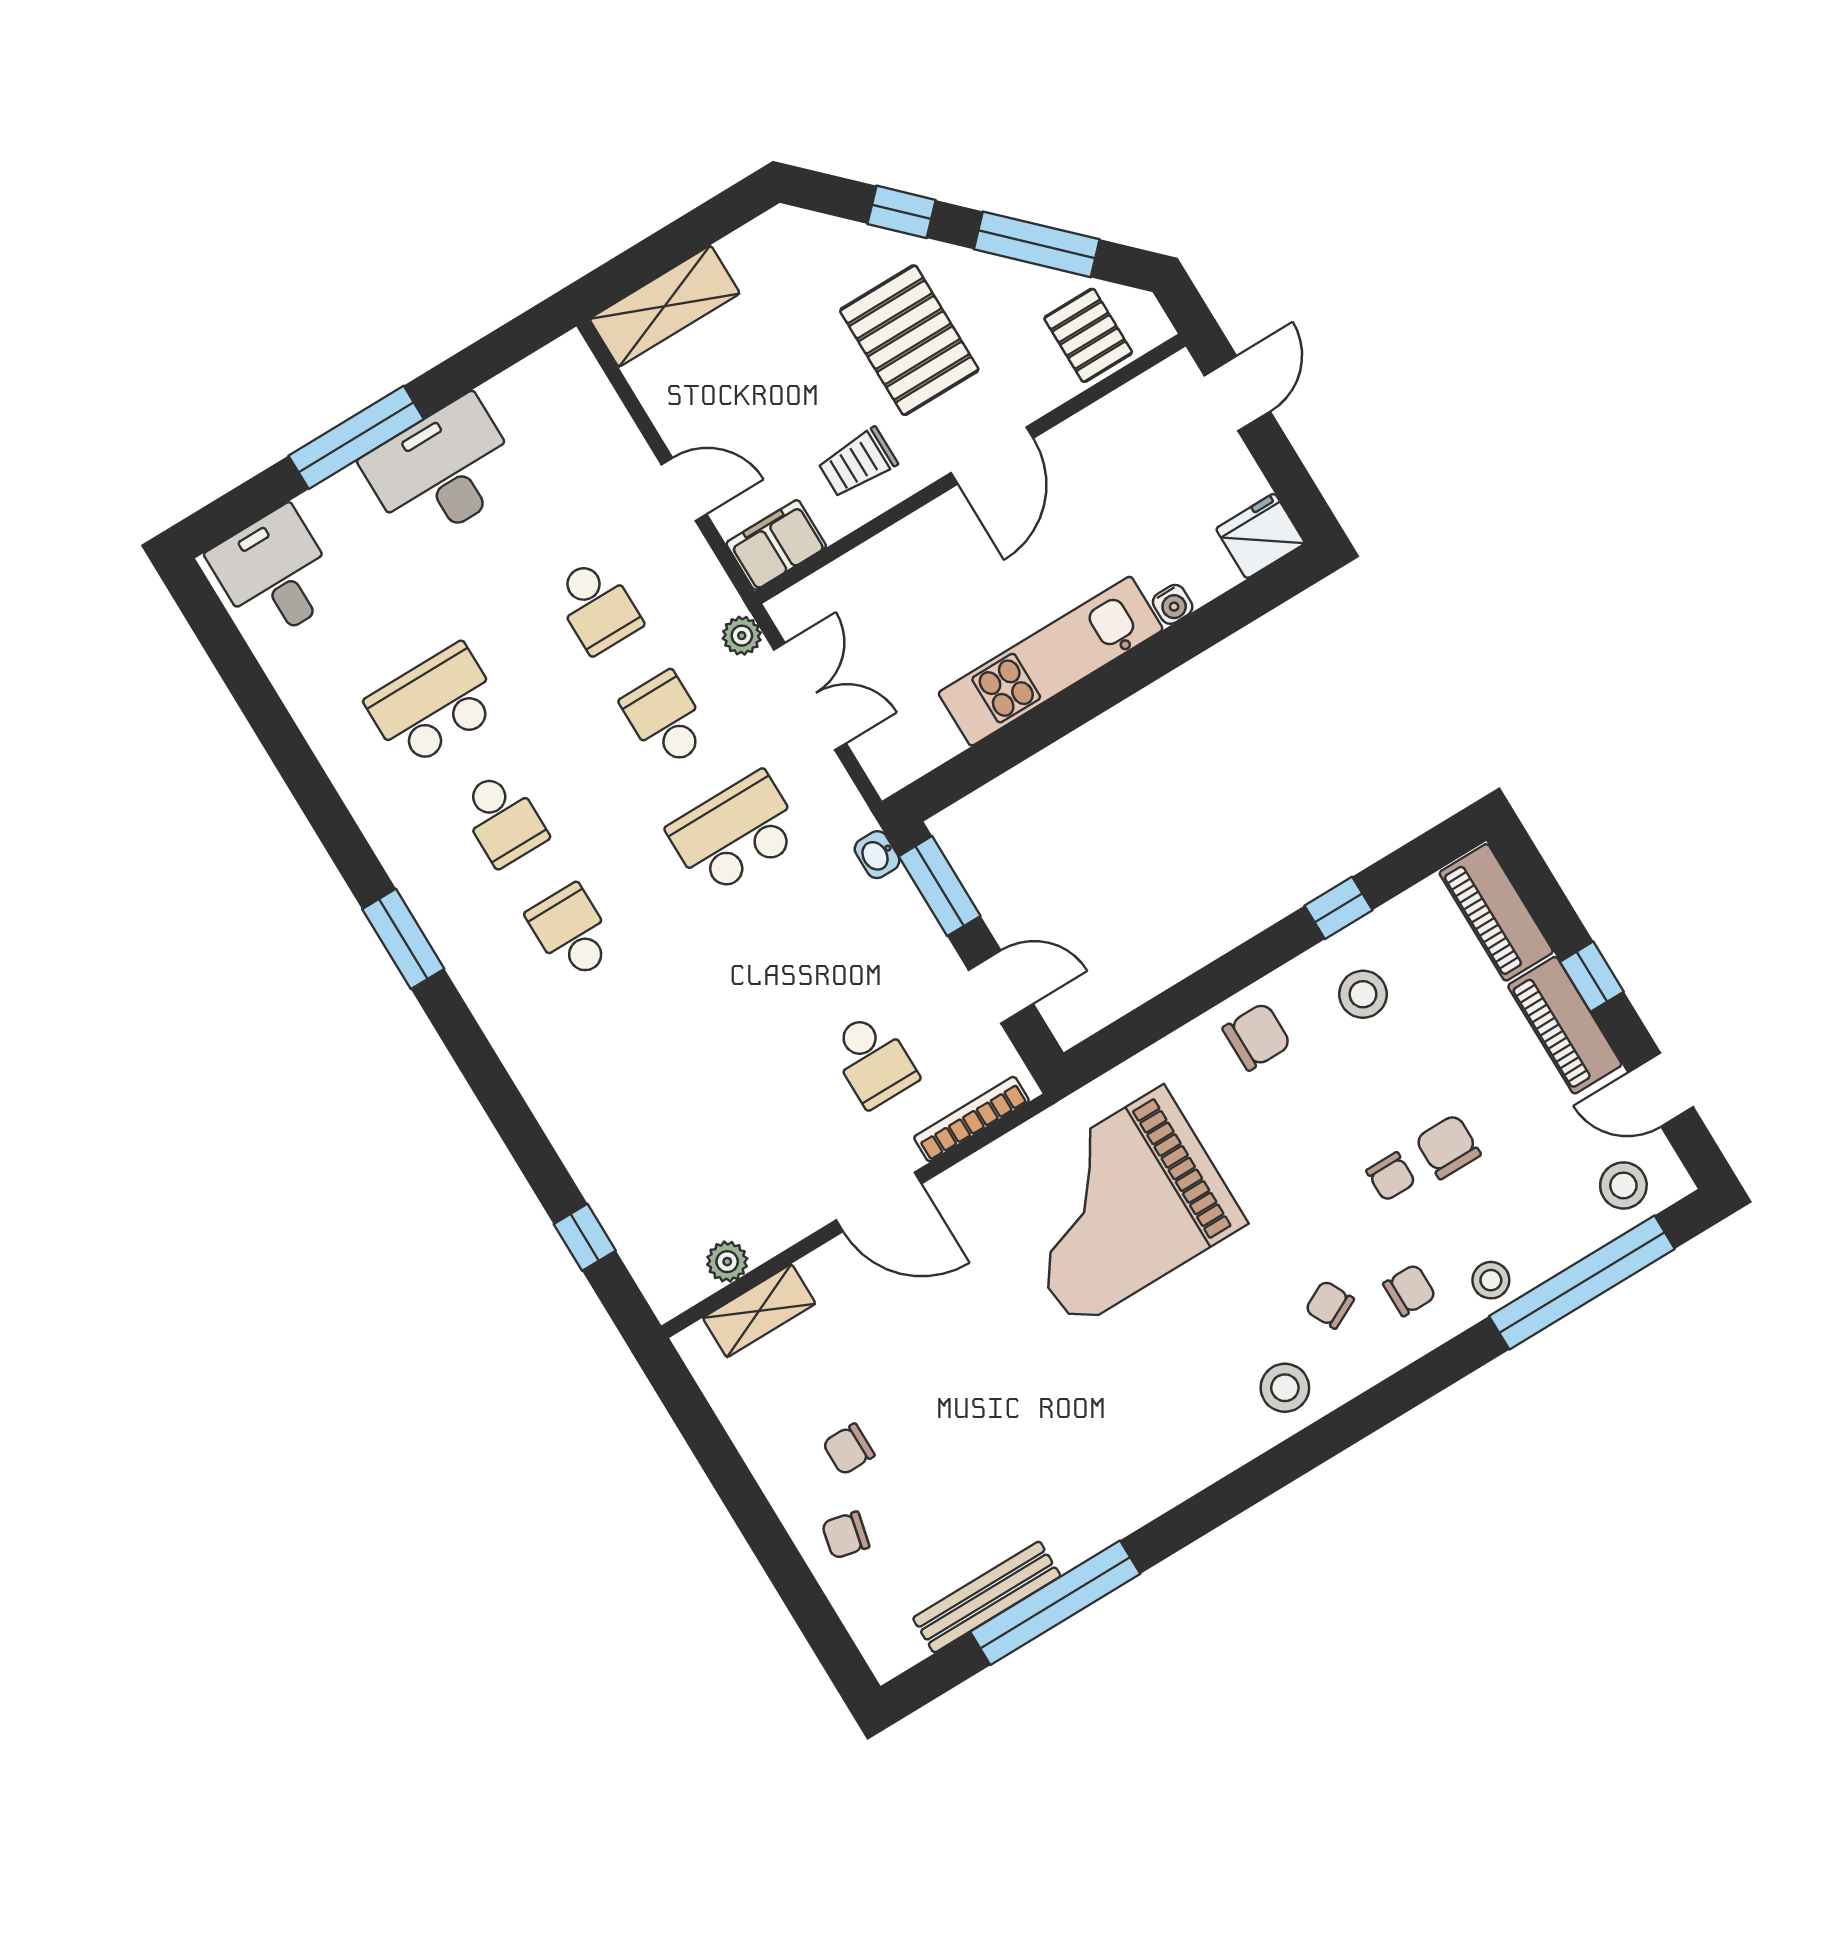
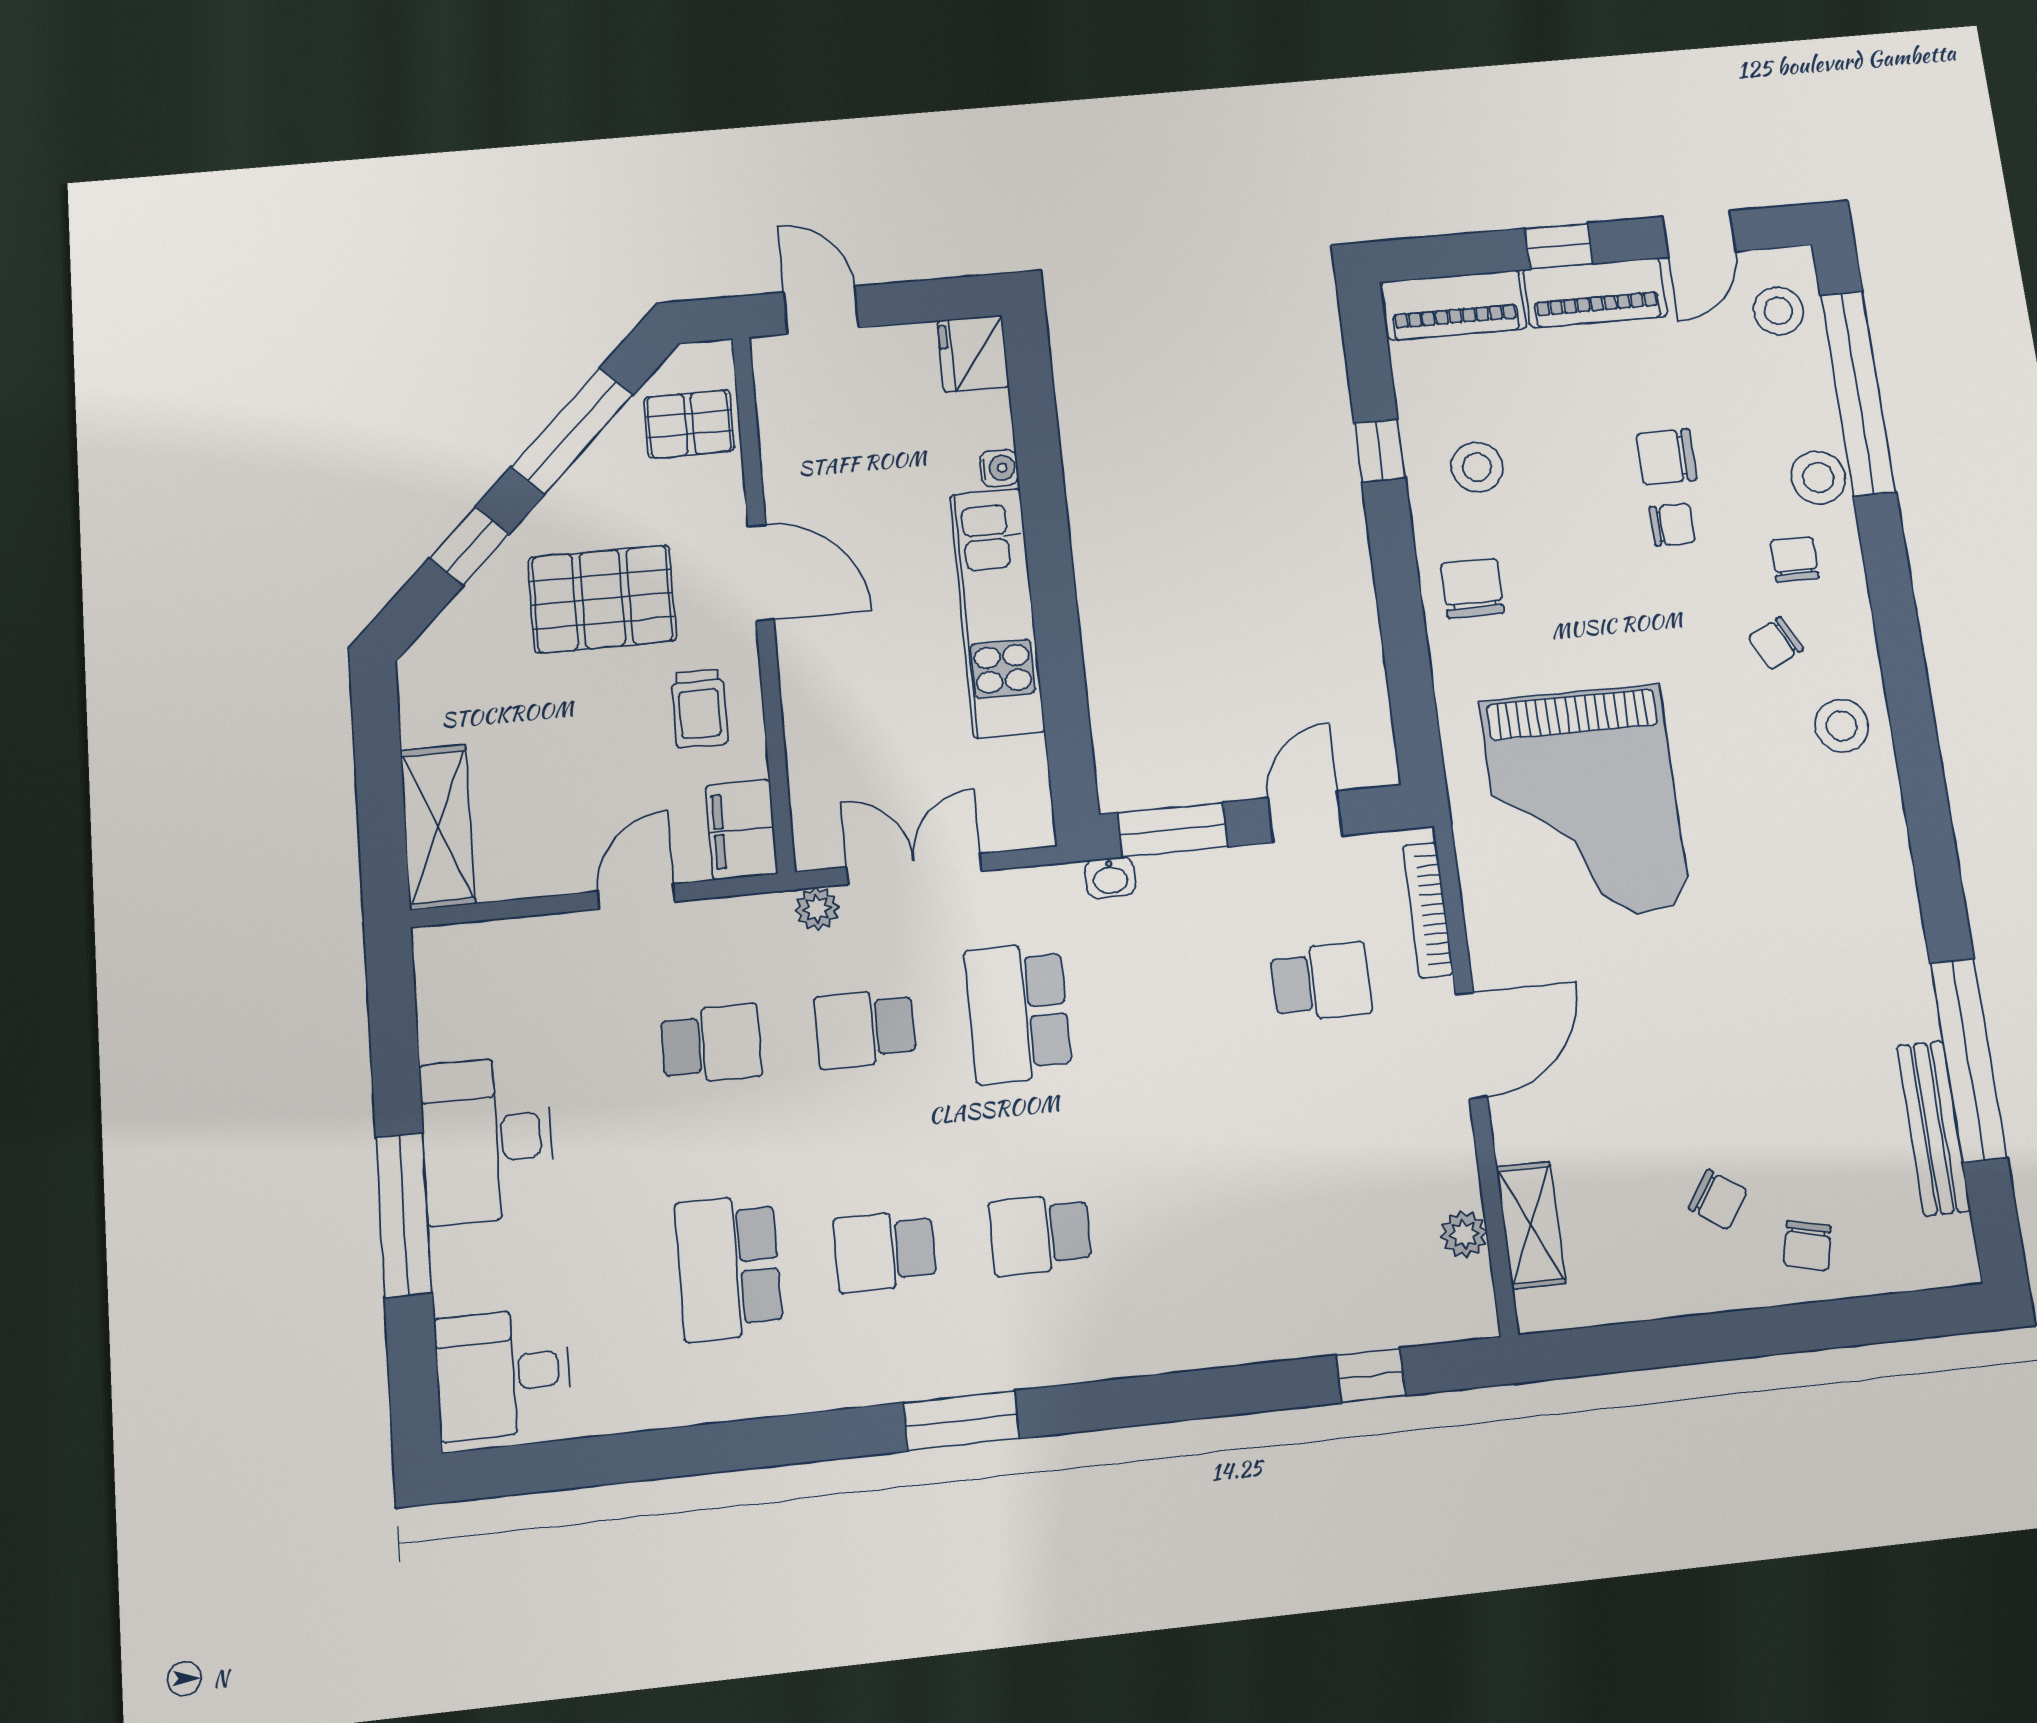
school desk: (503, 819) -> (885, 1251), turned 180
stool: (1491, 1280) -> (1818, 478), width x1.37, depth x1.37
chair: (849, 1449) -> (1718, 1199), turned -55

